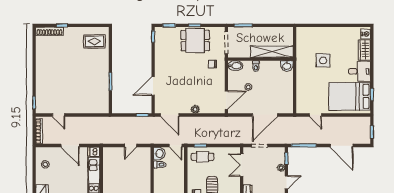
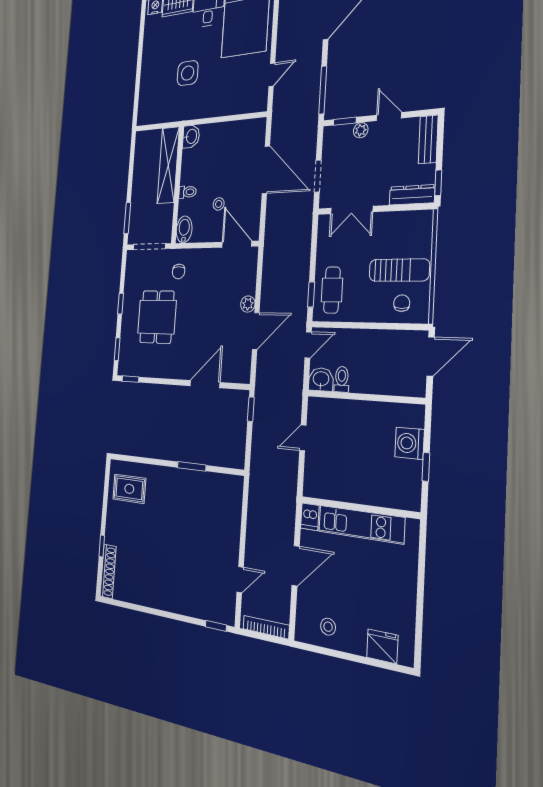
rug: (94, 41) -> (129, 489), turned 90
dining table: (195, 41) -> (157, 317), moved
door: (153, 86) -> (205, 384), swing flipped
door: (170, 115) -> (256, 331), moved
door: (131, 146) -> (303, 438), swing flipped

